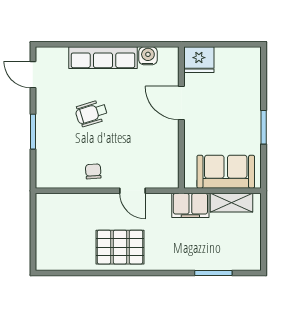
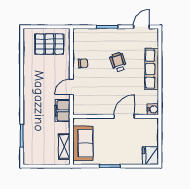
water cooler: (148, 56) -> (153, 109), moved
fridge: (199, 60) -> (151, 156), moved
filing cabinet: (190, 205) -> (63, 111), moved
pallet: (120, 247) -> (49, 44), moved, turned 90

